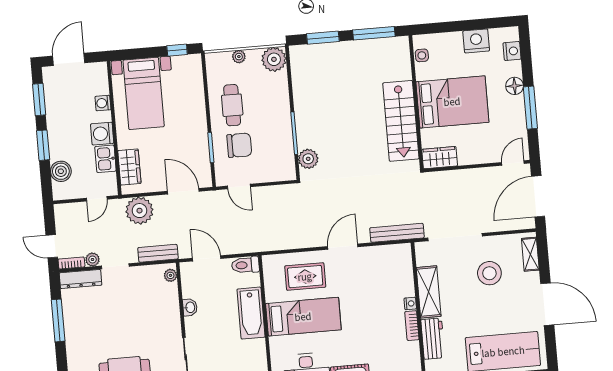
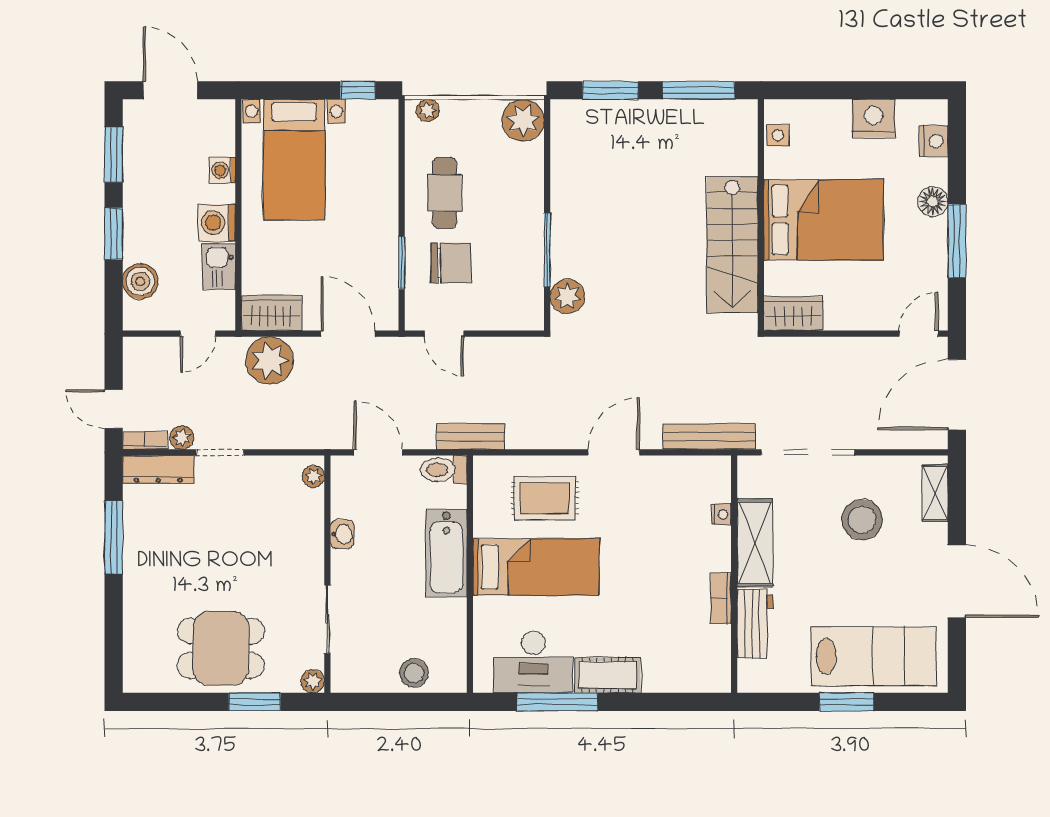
plant: (239, 57) -> (428, 110), moved
door: (69, 59) -> (170, 90), hinge flipped
wardrobe: (129, 167) -> (272, 313), moved, turned -90
bench: (158, 253) -> (471, 437), moved
nightstand: (410, 304) -> (721, 514), moved

